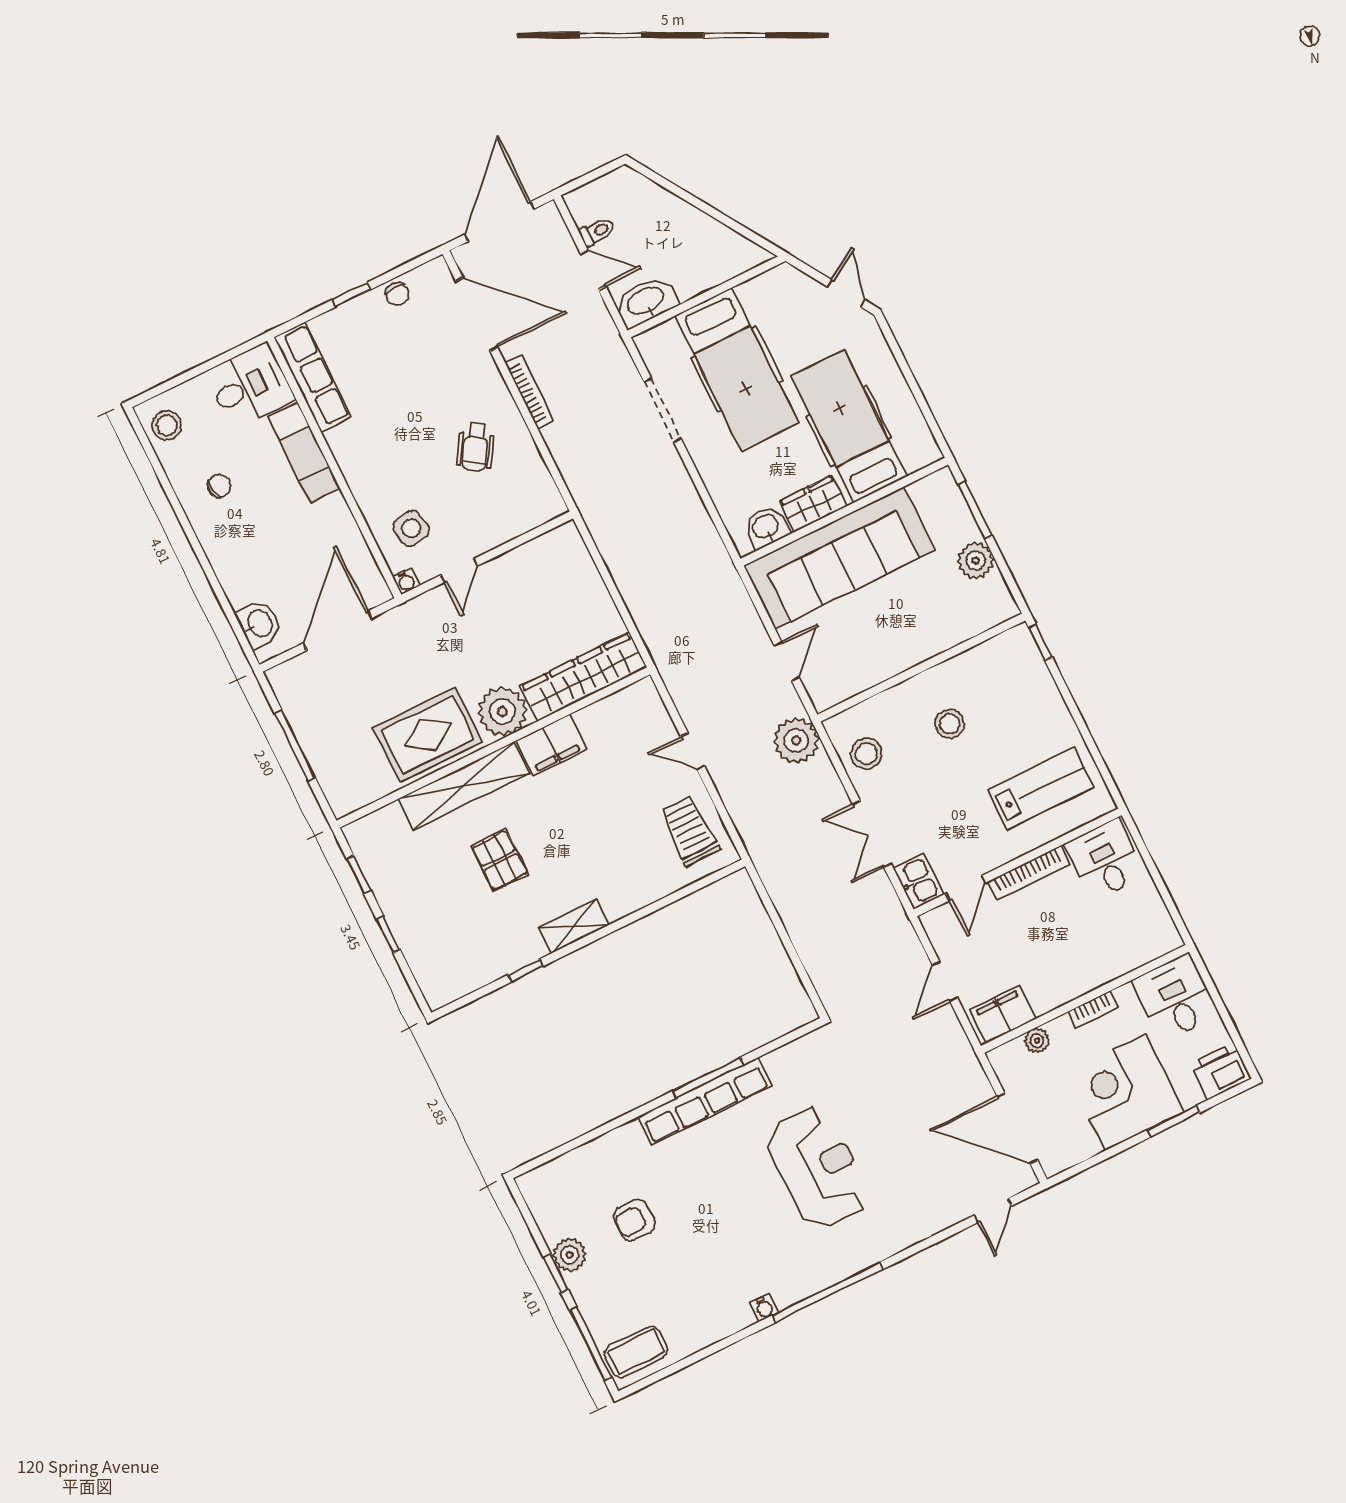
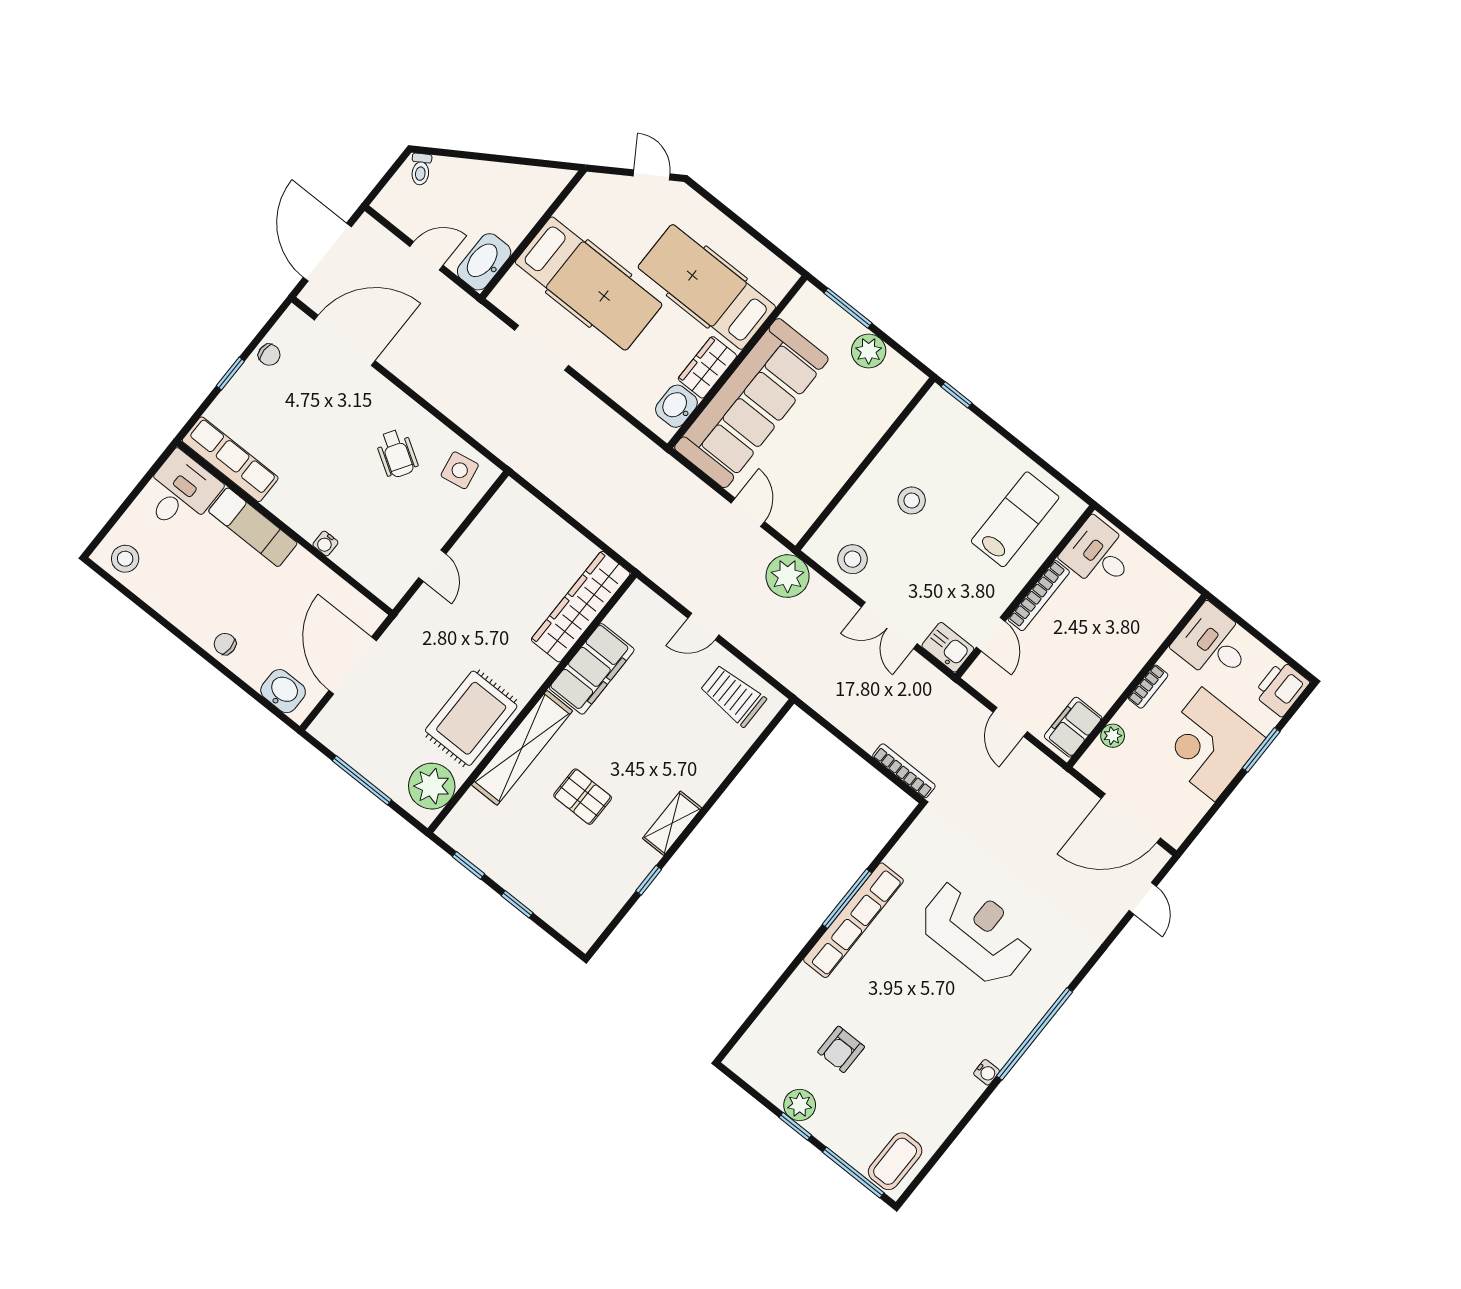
toilet: (597, 232) -> (421, 169), moved, turned 148
bookcase: (530, 392) -> (904, 771), moved
chair: (219, 486) -> (225, 644), moved, turned -81
side table: (411, 528) -> (460, 470), moved
water cooler: (406, 581) -> (325, 543), moved, turned 90
plant: (502, 712) -> (432, 786), moved
filing cabinet: (551, 745) -> (592, 669), width x1.50, depth x1.17

